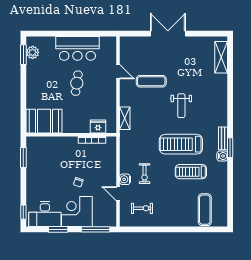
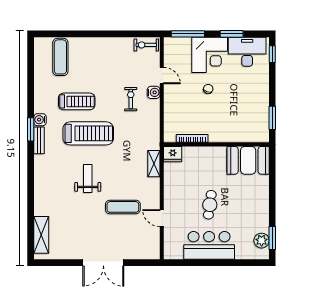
fridge: (98, 127) -> (173, 154), moved
exercise bike: (142, 208) -> (146, 45), moved

